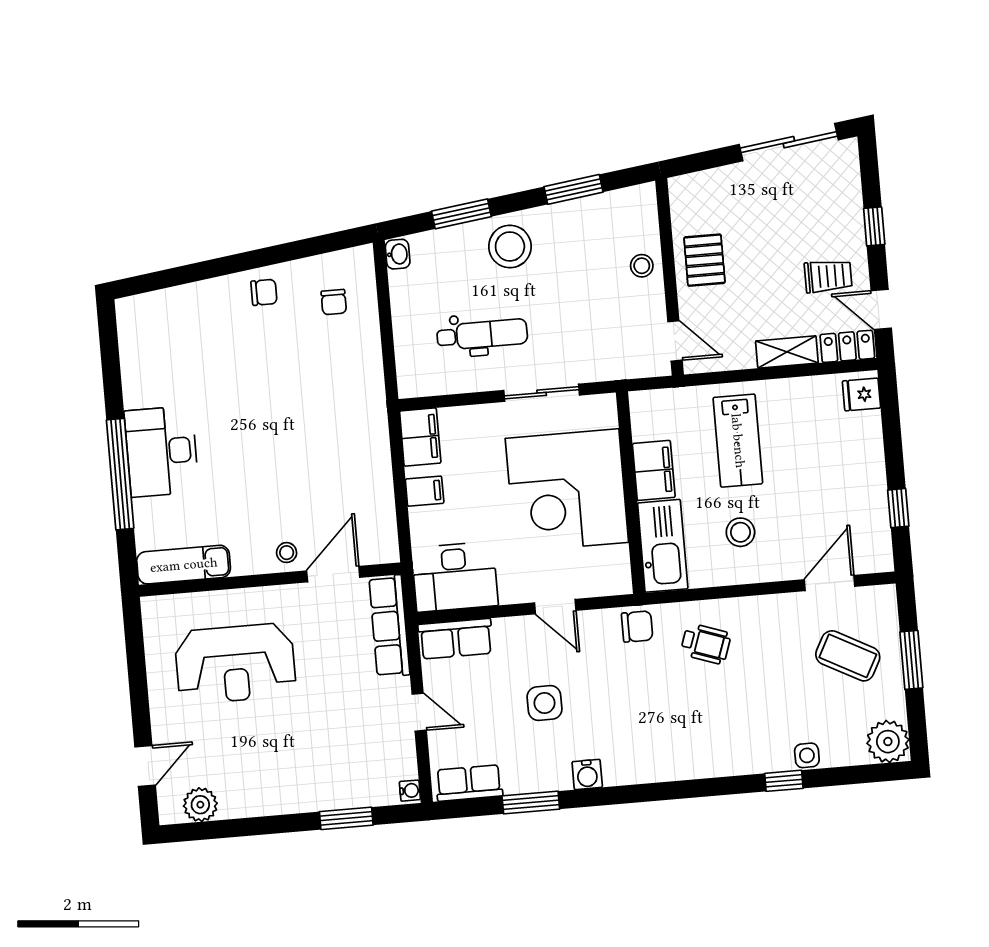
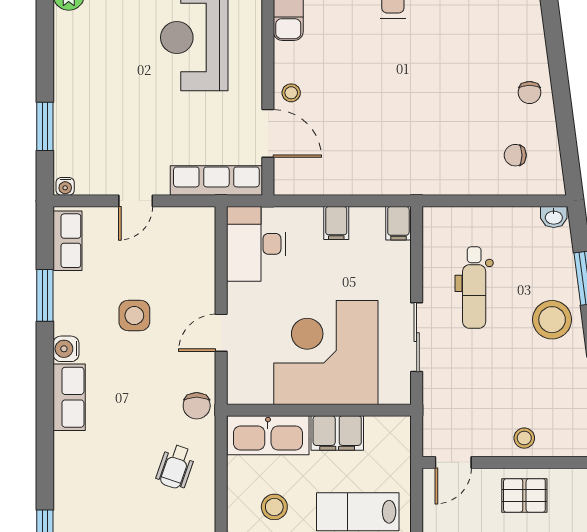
filing cabinet: (420, 437) -> (398, 223), width x0.50
row of seats: (456, 639) -> (69, 397), moved, turned 180

